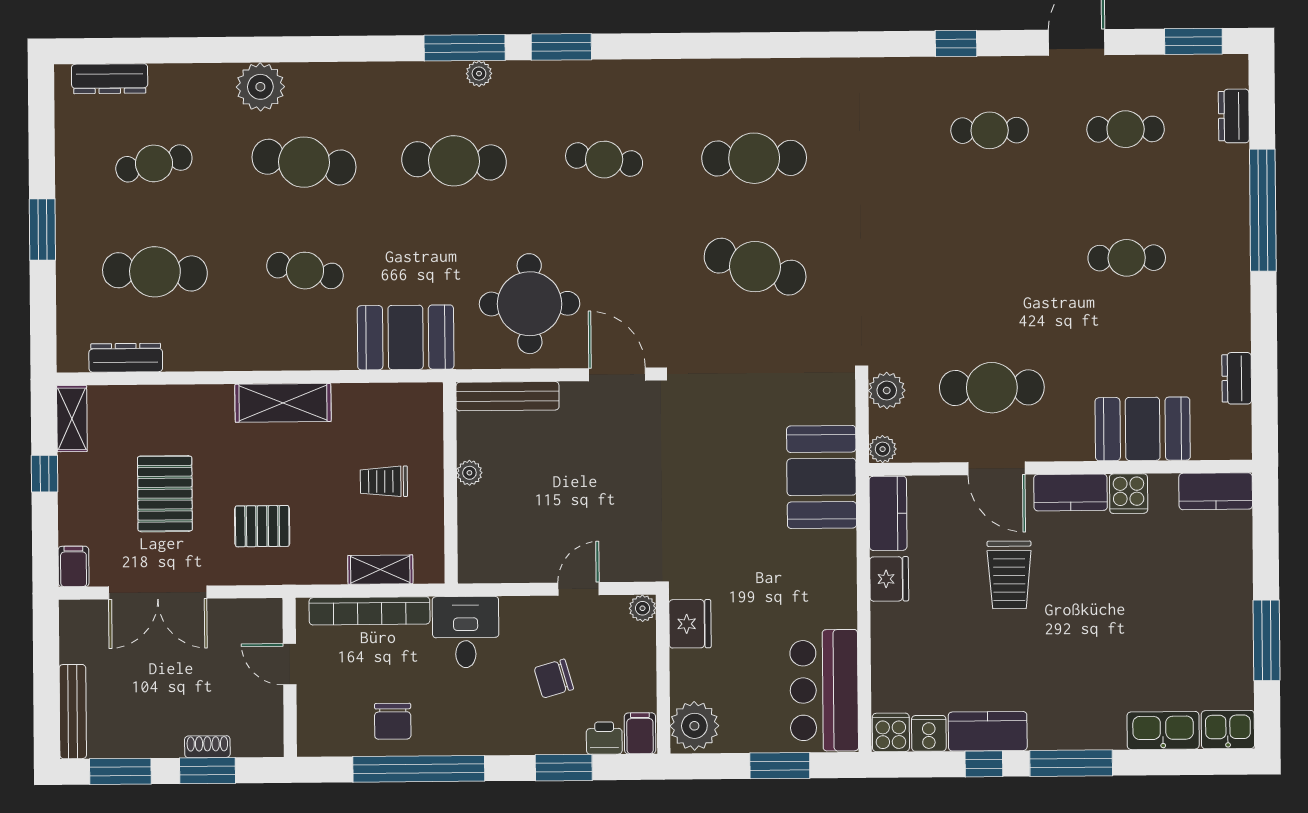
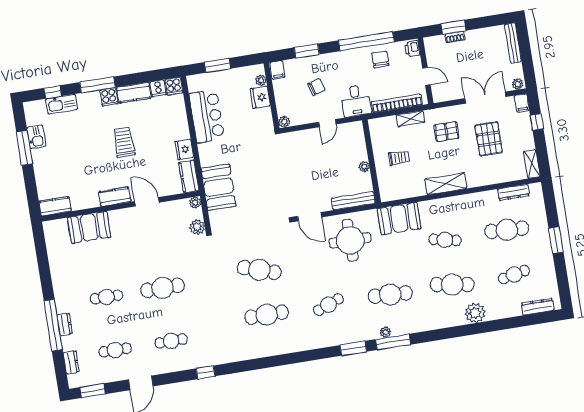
window: (956, 43) -> (206, 372), moved
cafe table: (604, 160) -> (328, 305), turned -30
dresser: (1237, 378) -> (65, 324), moved
cafe table: (992, 388) -> (163, 288), moved
window: (44, 474) -> (537, 122), moved
cooker: (1129, 494) -> (109, 97), moved, turned 180
shelving: (380, 570) -> (410, 119), moved
trolley: (1009, 575) -> (124, 142), moved
door: (579, 589) -> (327, 123), moved
plant: (76, 613) -> (518, 84), added
fridge: (690, 624) -> (260, 97), moved
bar counter: (824, 690) -> (207, 116), moved
plant: (694, 726) -> (261, 80), width x0.53, depth x0.53
kitchen sink: (1228, 730) -> (36, 137), moved, turned -90
printer: (604, 738) -> (412, 49), moved, turned 90
window: (984, 764) -> (53, 92), moved
window: (120, 771) -> (490, 21), removed

